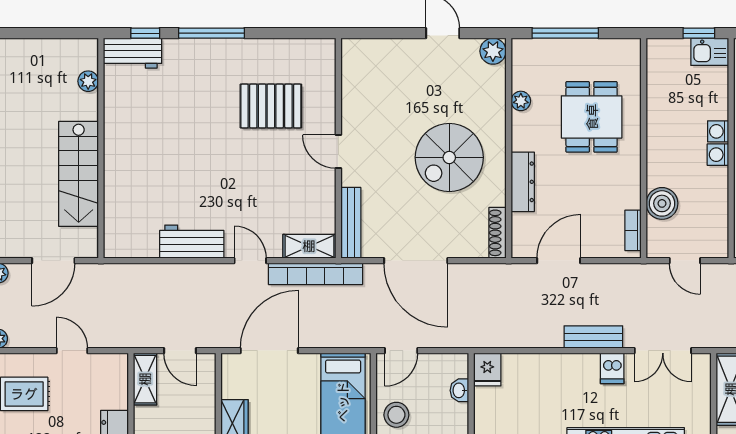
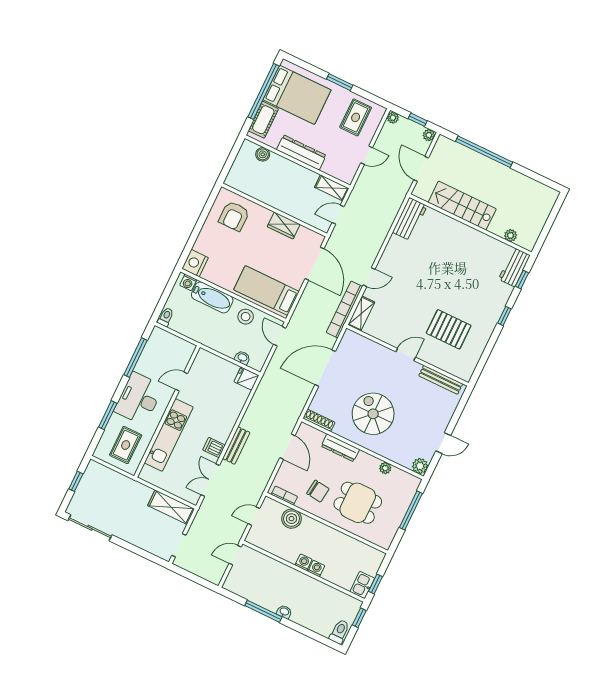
window: (211, 33) -> (504, 316), width x0.46
pallet: (271, 106) -> (449, 329), turned 90
chair: (603, 184) -> (318, 491), added
bench: (351, 223) -> (441, 380), moved
workbench: (192, 242) -> (410, 219), moved

